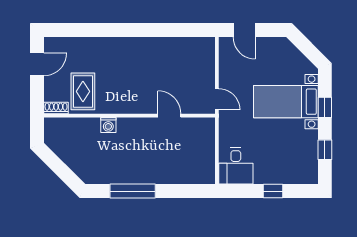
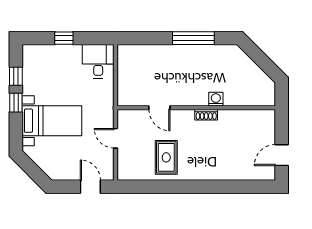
rug: (83, 91) -> (166, 157), moved
door: (217, 99) -> (116, 138), moved
window: (325, 107) -> (16, 103), moved
shoe rack: (56, 108) -> (206, 115), moved

